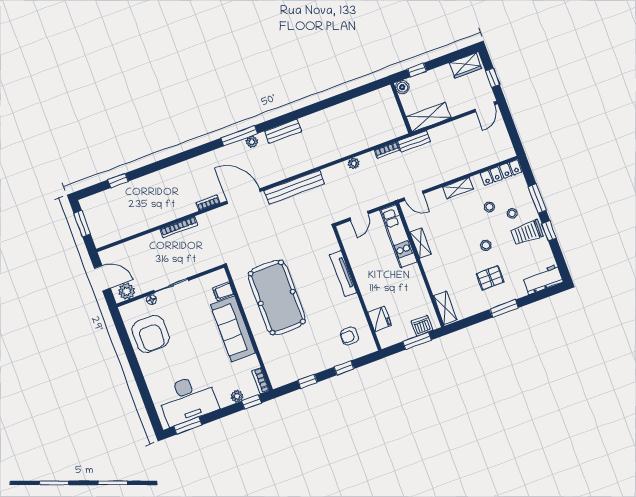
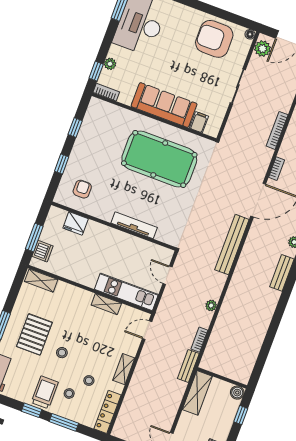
pallet: (490, 278) -> (34, 334), width x1.50, depth x1.42
floor lamp: (151, 300) -> (250, 34), moved

